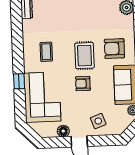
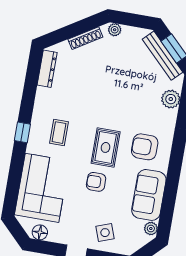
window: (19, 81) -> (22, 132), moved
floor lamp: (63, 131) -> (40, 232), moved

